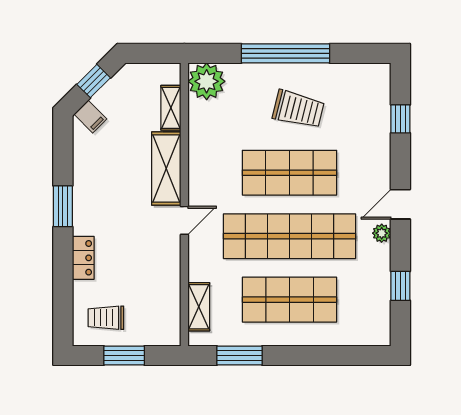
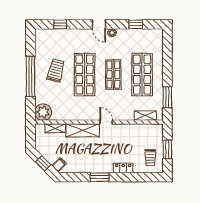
shop shelf: (289, 236) -> (113, 75), width x0.50, depth x0.74

